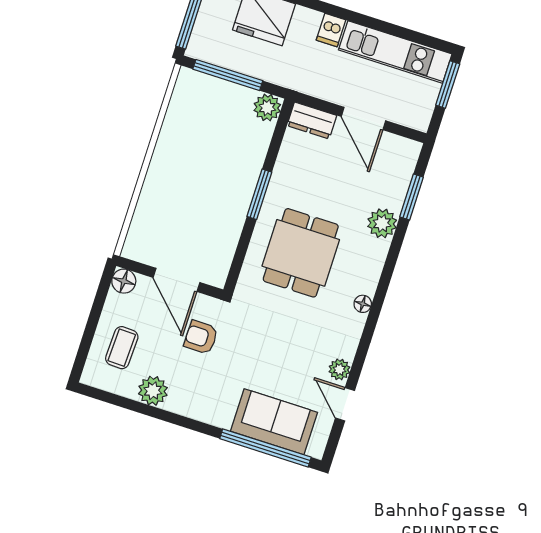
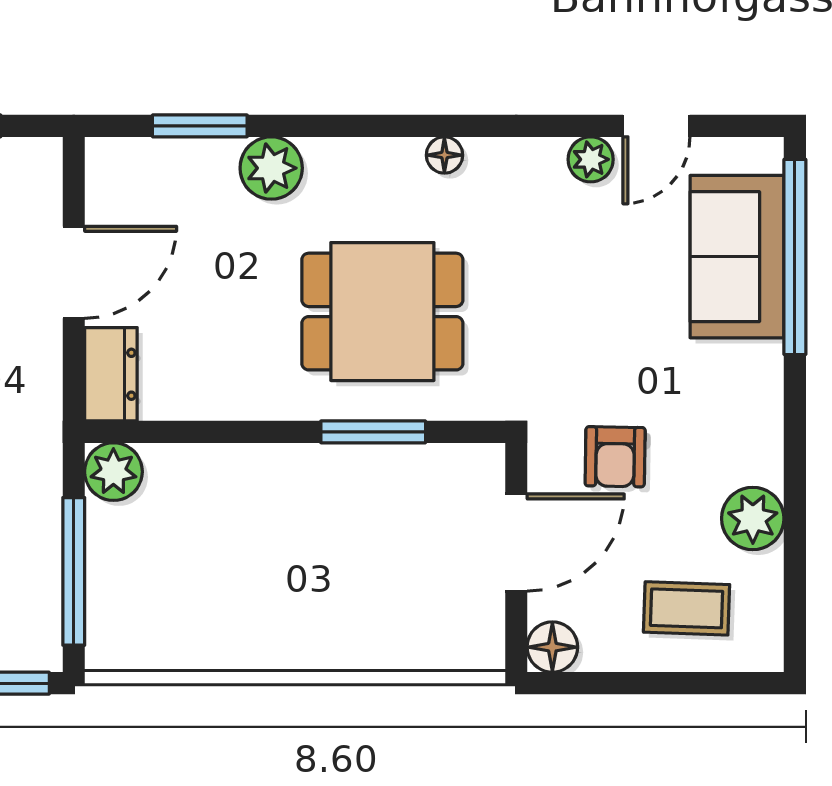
window: (259, 194) -> (373, 432), moved

